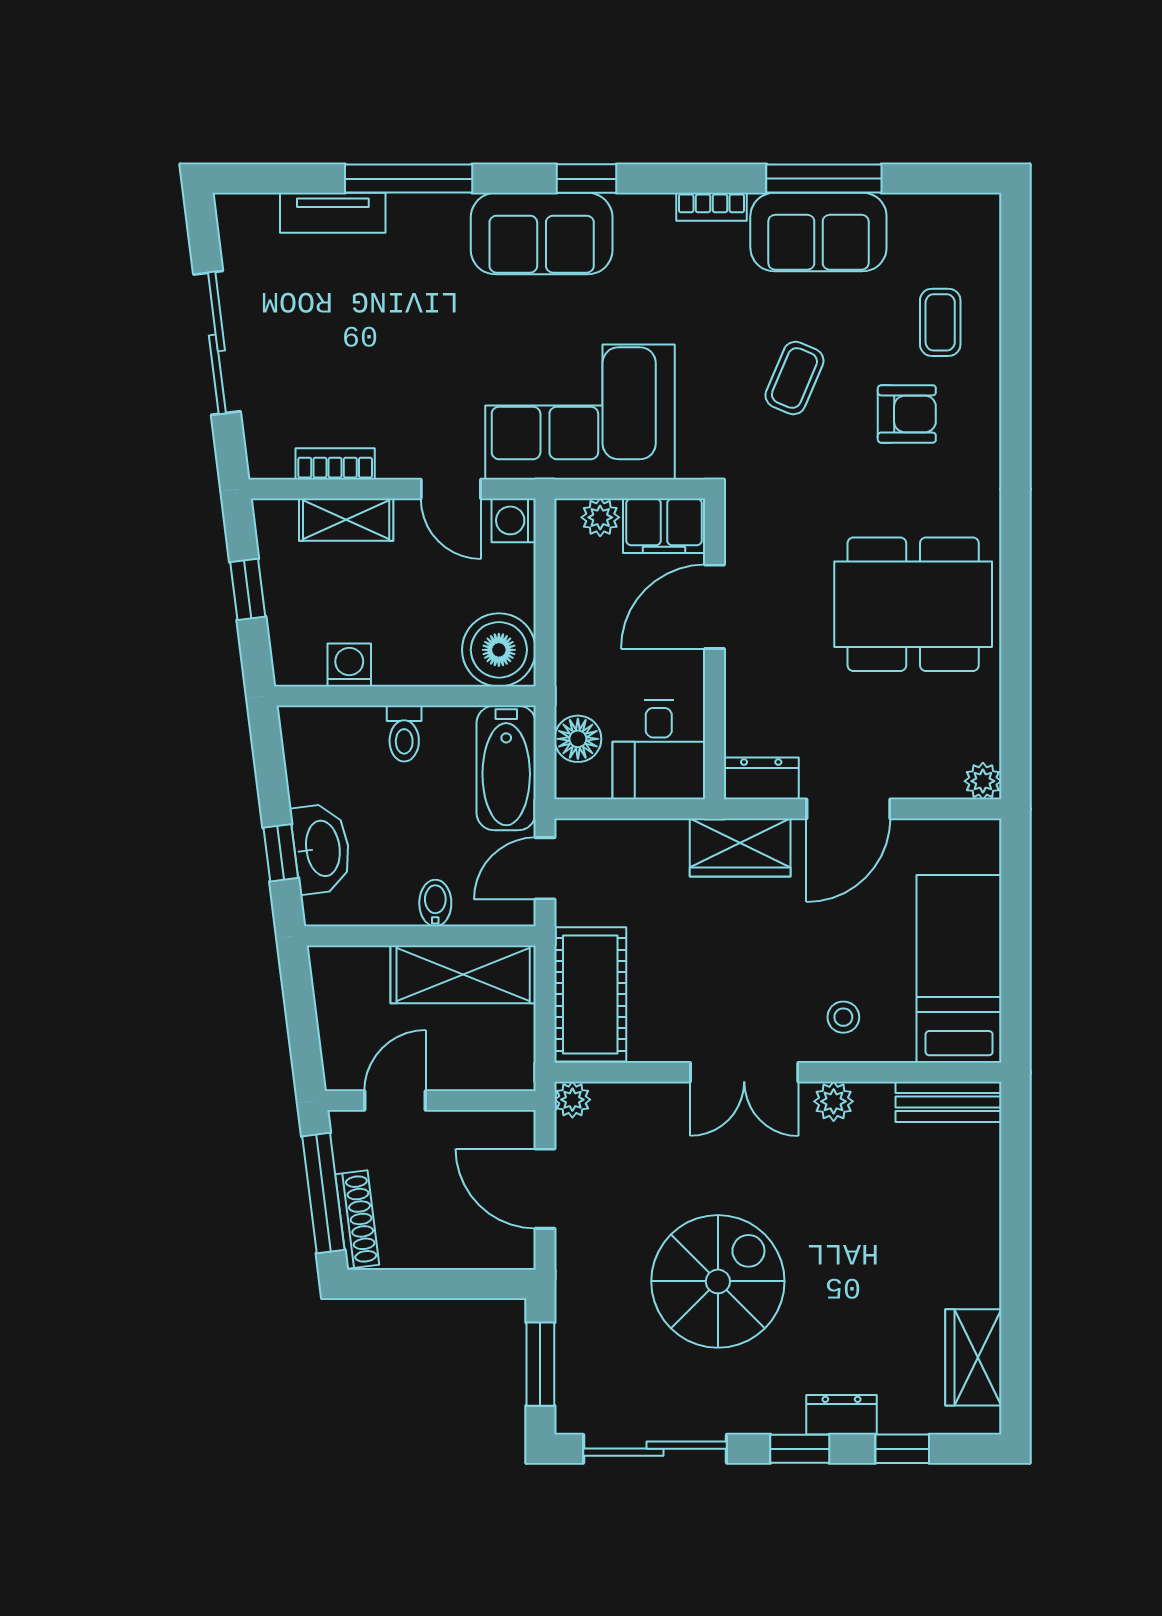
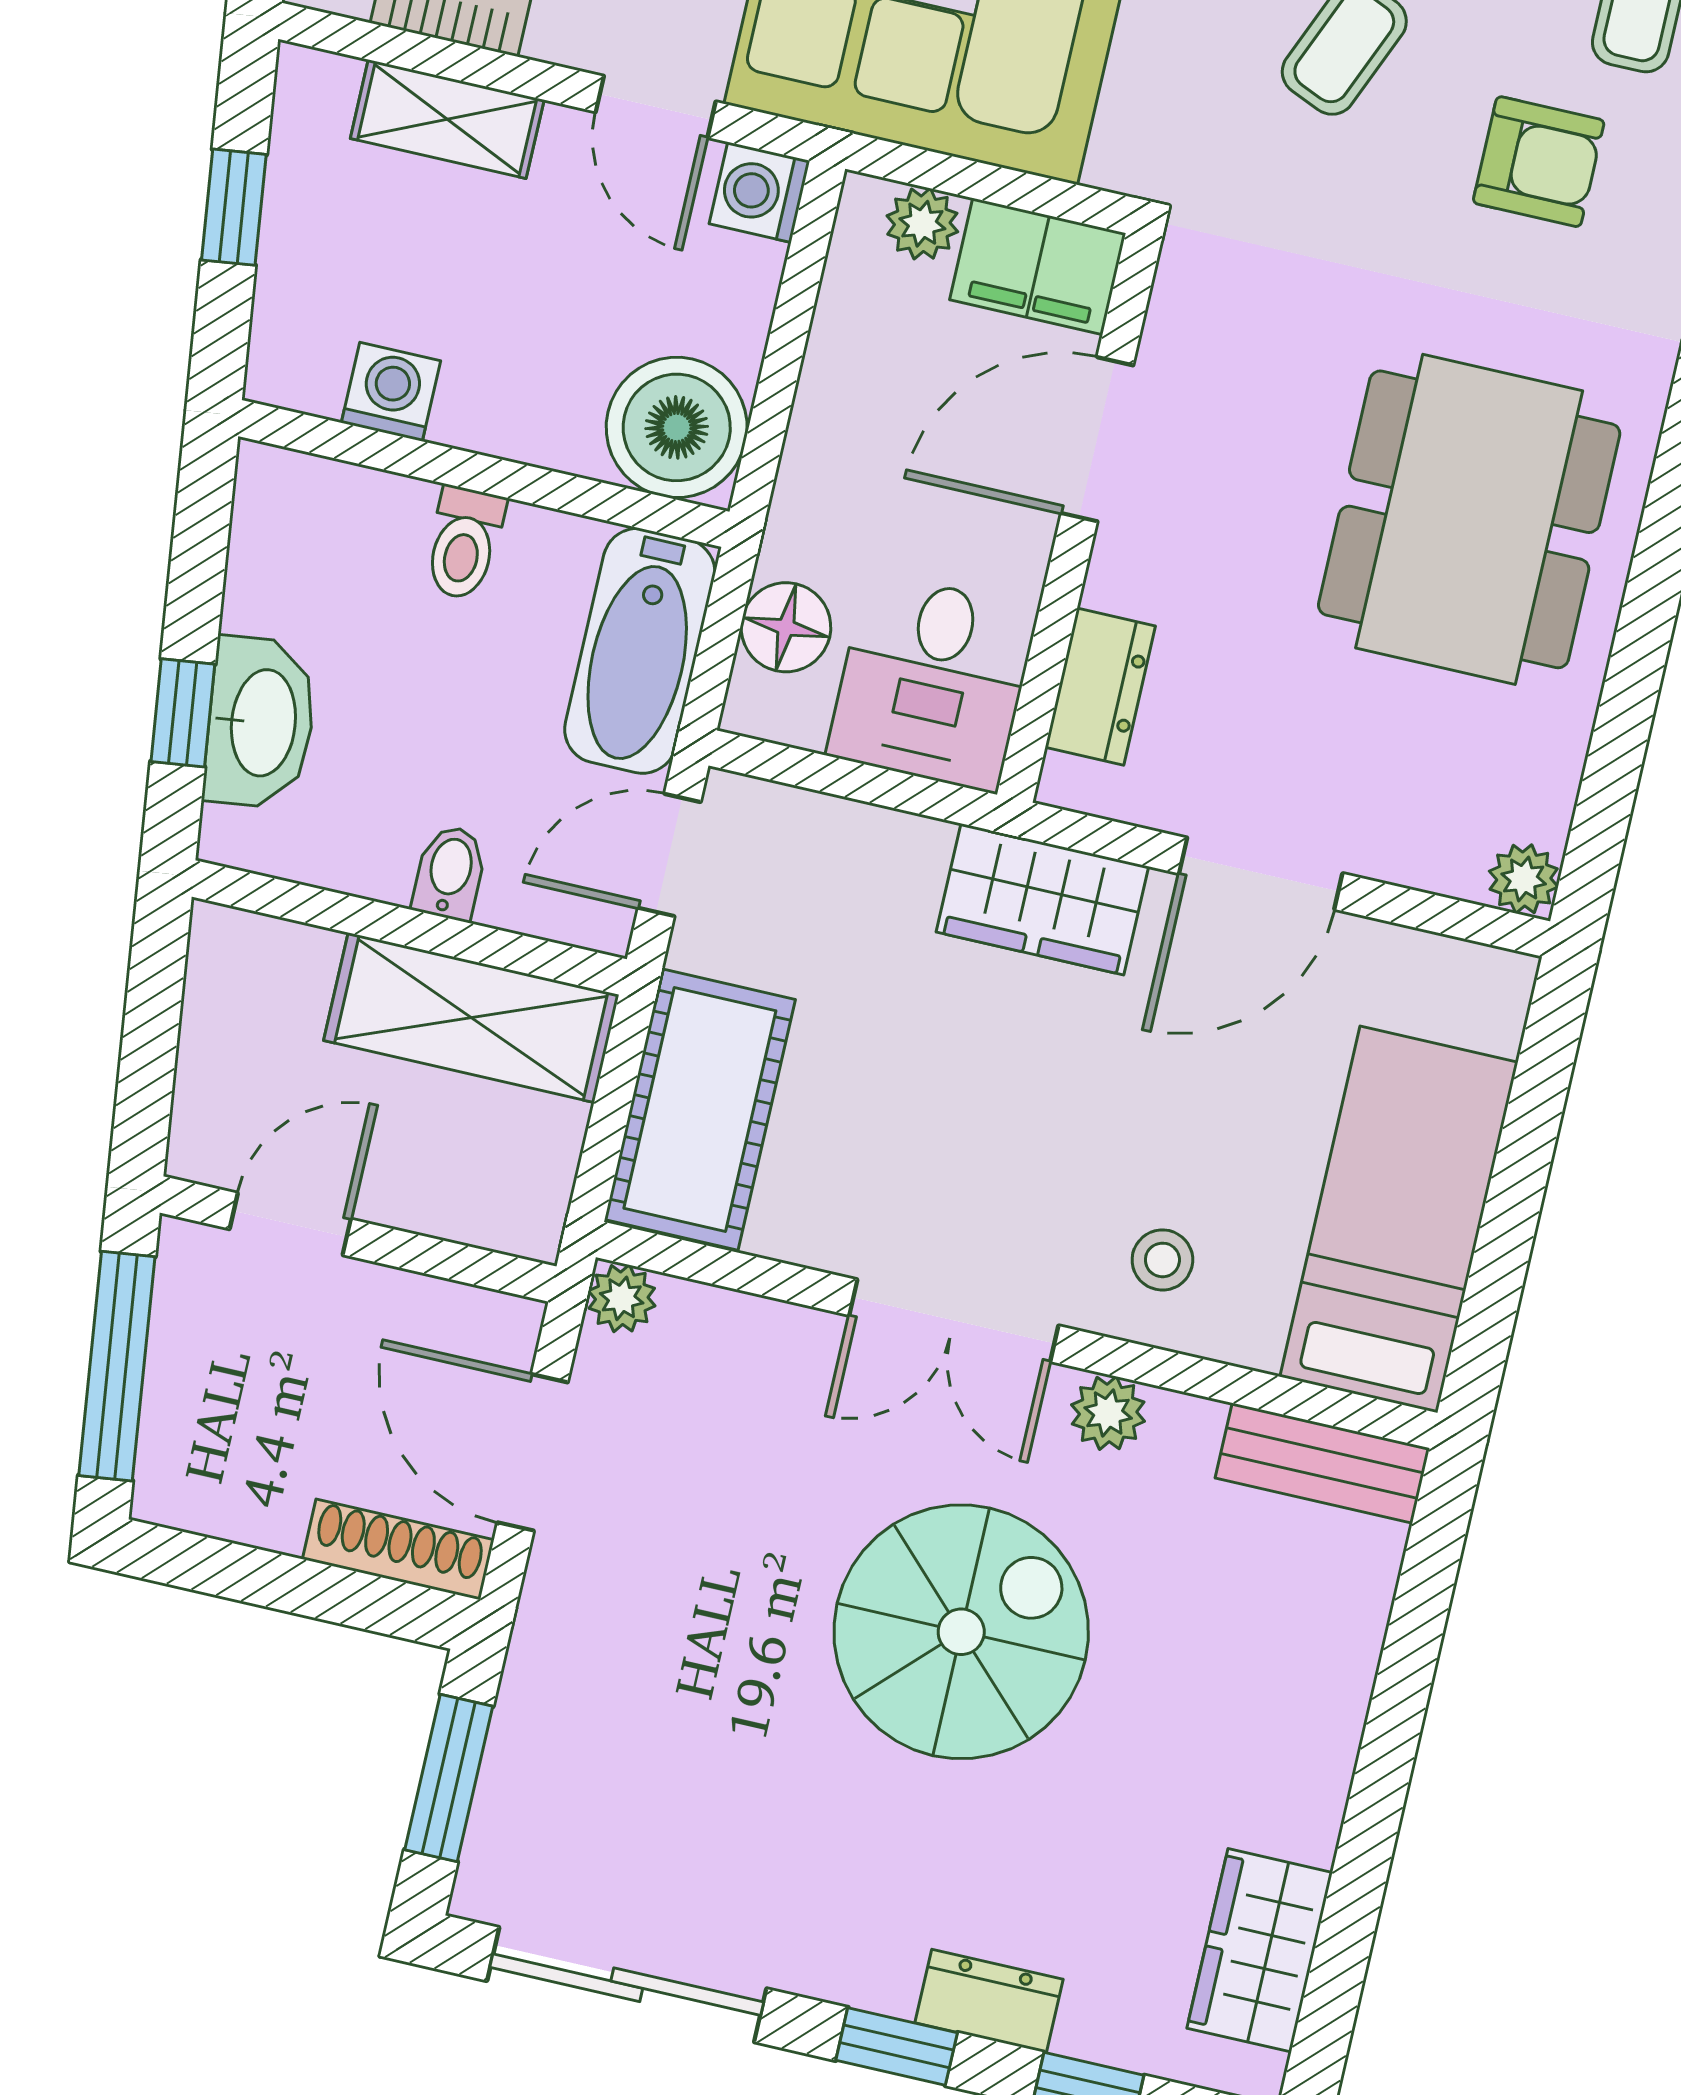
dining table: (913, 604) -> (1469, 519), turned 90
dresser: (761, 778) -> (1100, 687), moved, turned 90
shoe rack: (357, 1219) -> (398, 1549), moved, turned -83
spiral stairs: (718, 1281) -> (961, 1632), moved

